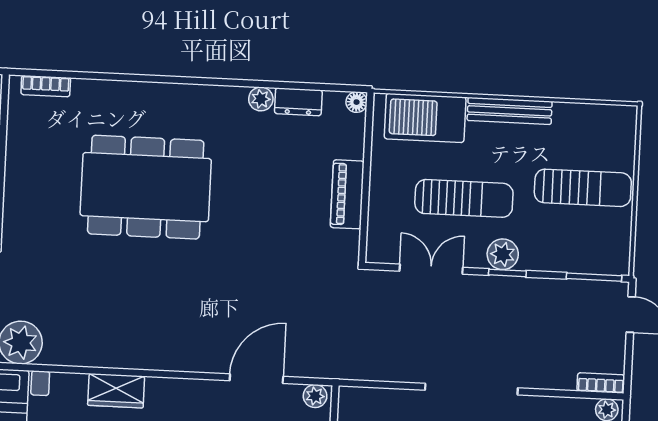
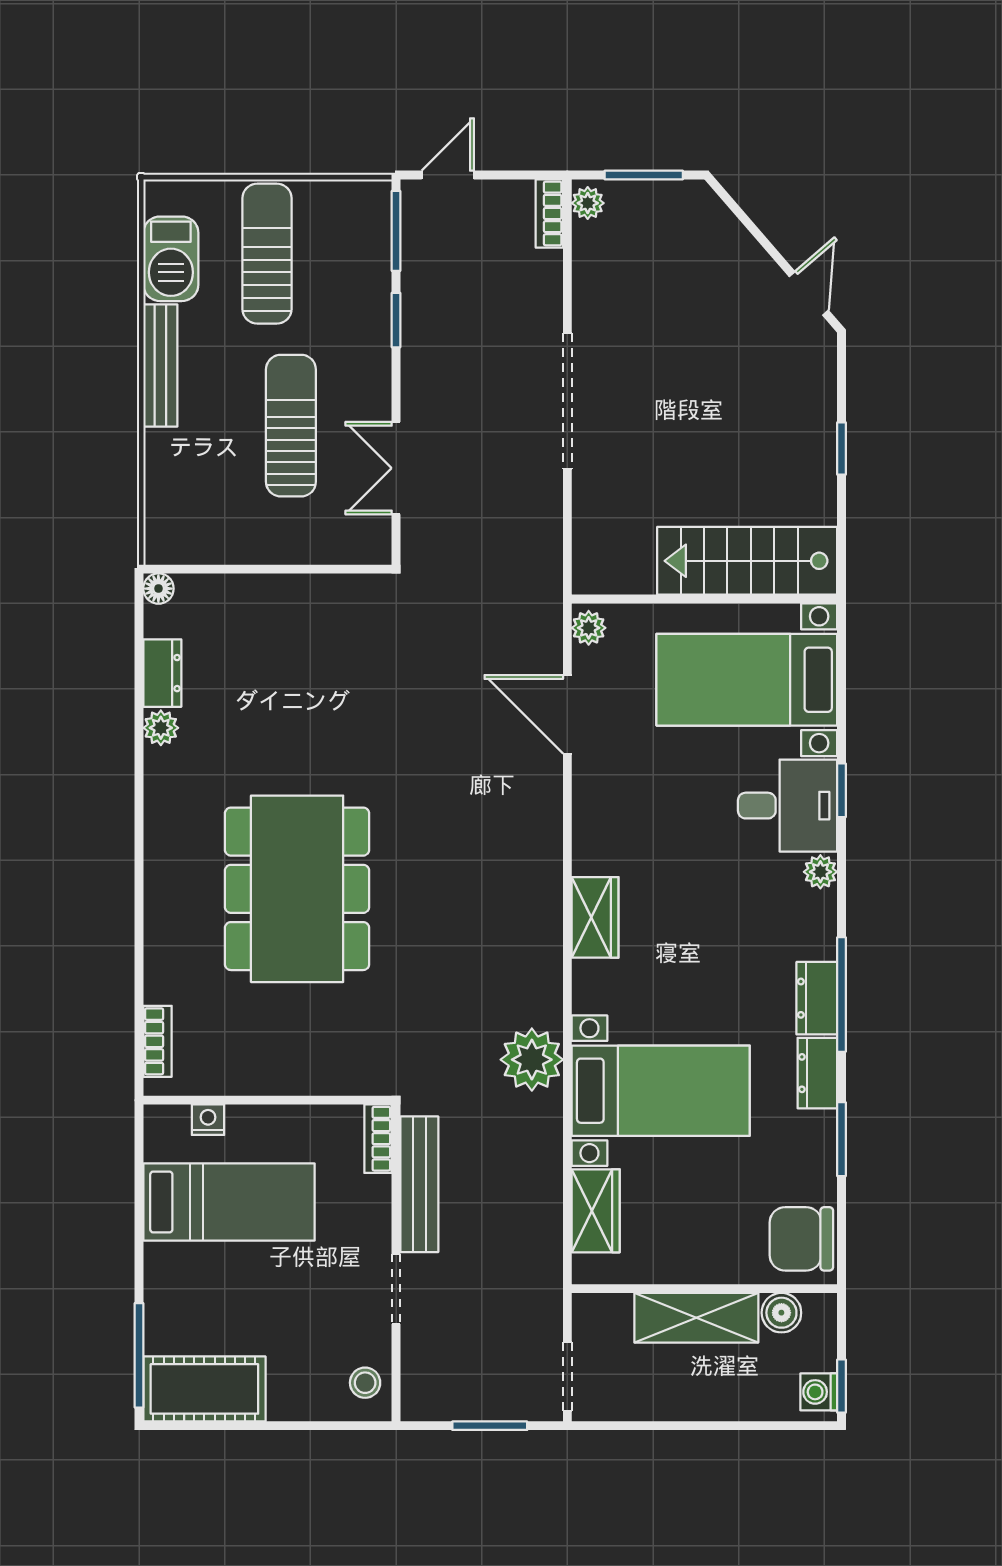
barbecue: (425, 118) -> (171, 259), moved, width x0.73, depth x0.83
piano: (347, 194) -> (293, 595), removed
plant: (503, 254) -> (369, 365), removed
window: (507, 273) -> (396, 320), moved

